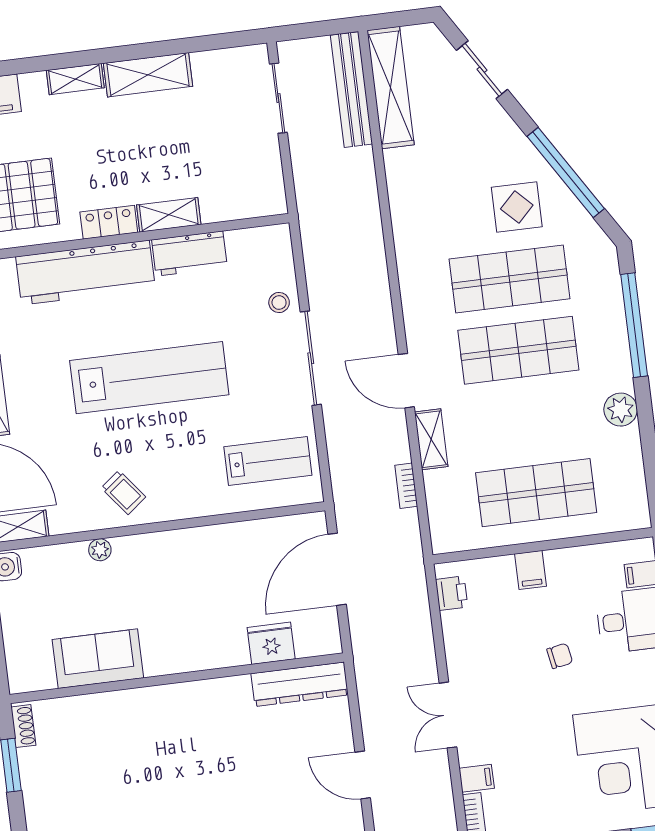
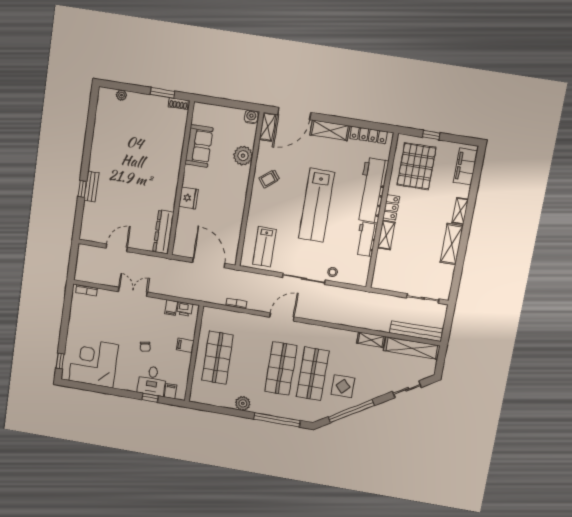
shelving: (431, 439) -> (371, 340), moved
plant: (100, 550) -> (243, 156), width x1.88, depth x1.88
fridge: (271, 643) -> (188, 198), moved
filing cabinet: (477, 778) -> (171, 308), moved

